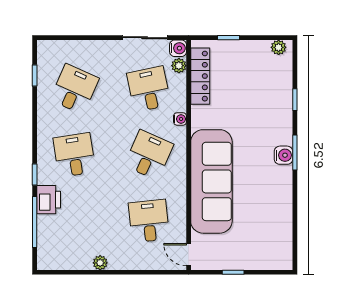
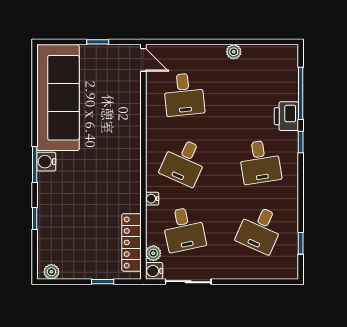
sofa: (211, 181) -> (58, 98), moved, turned 180

